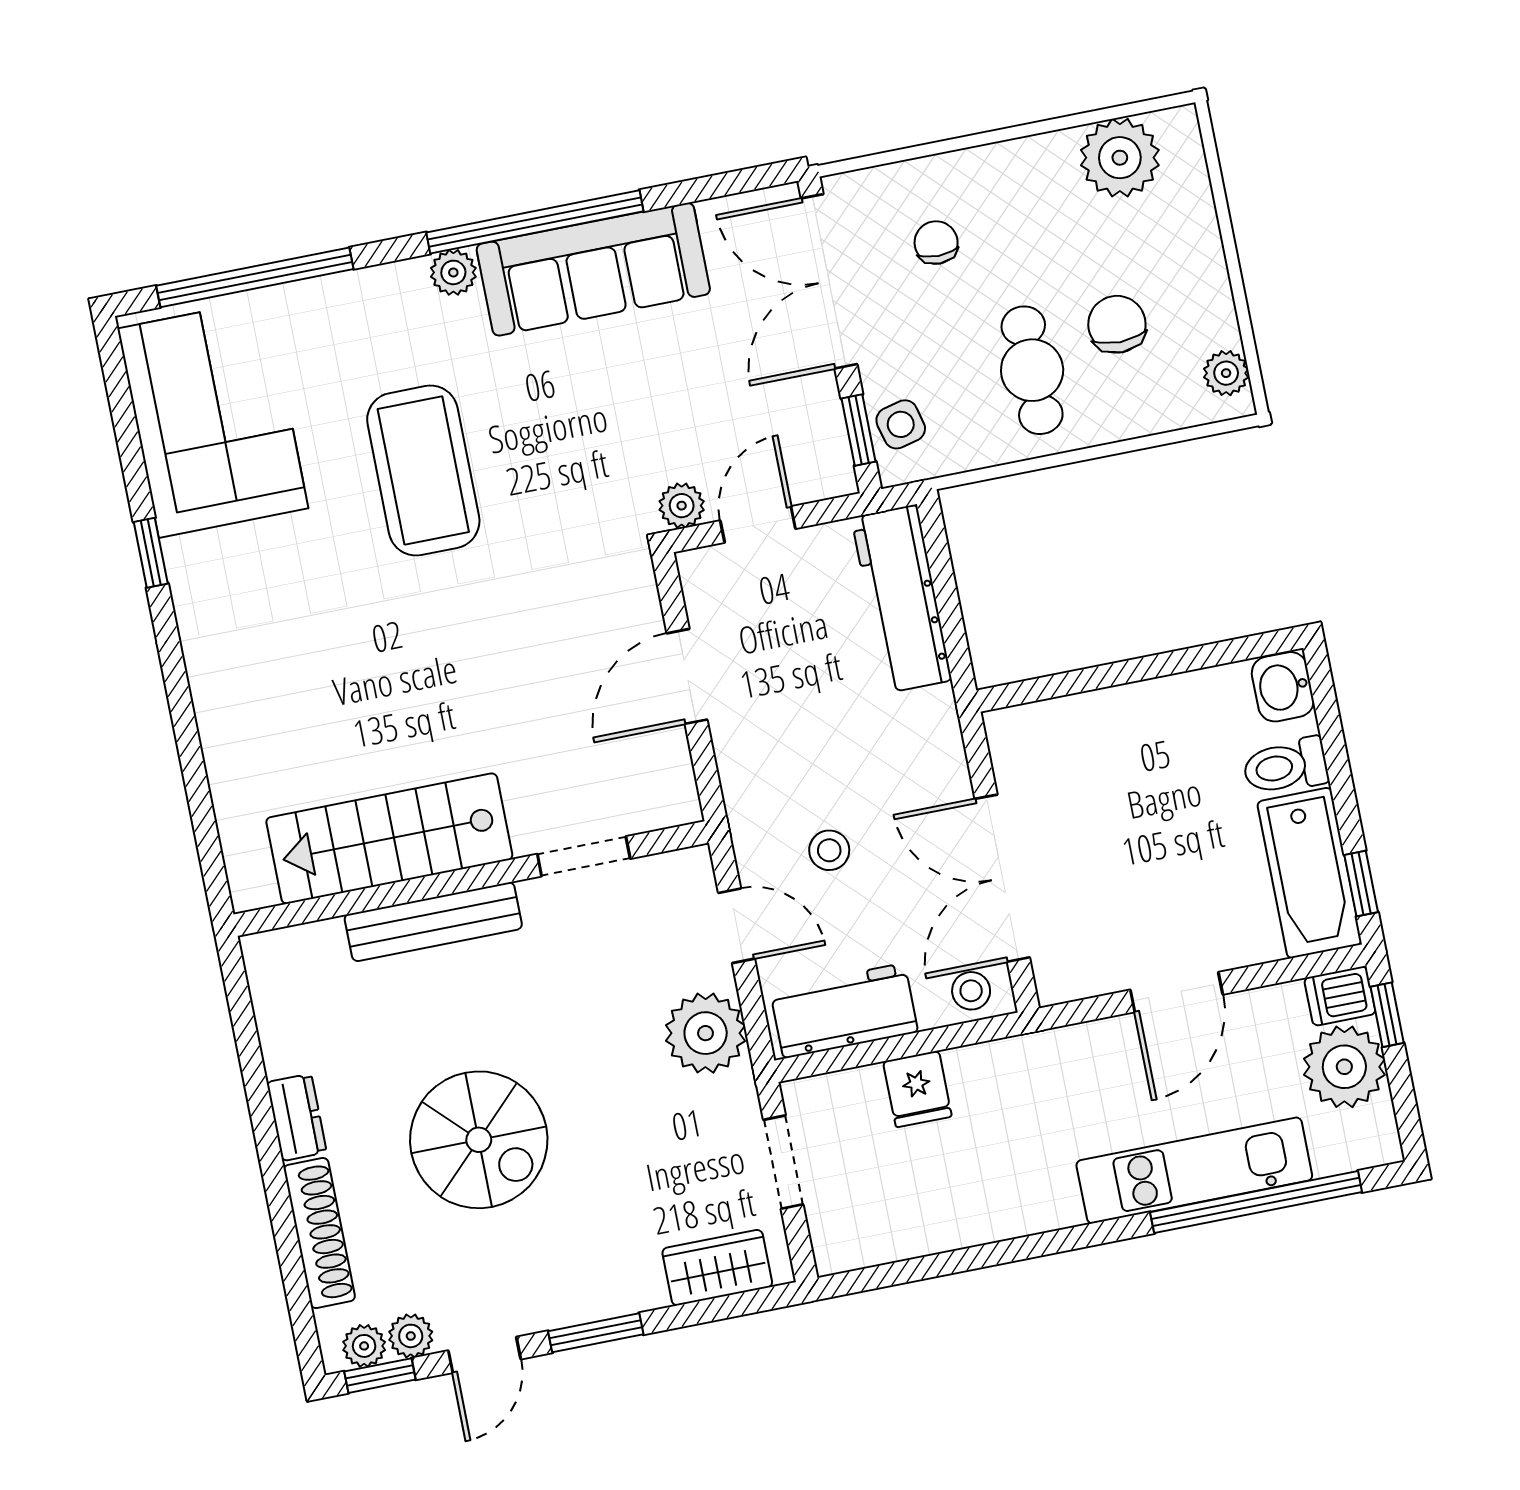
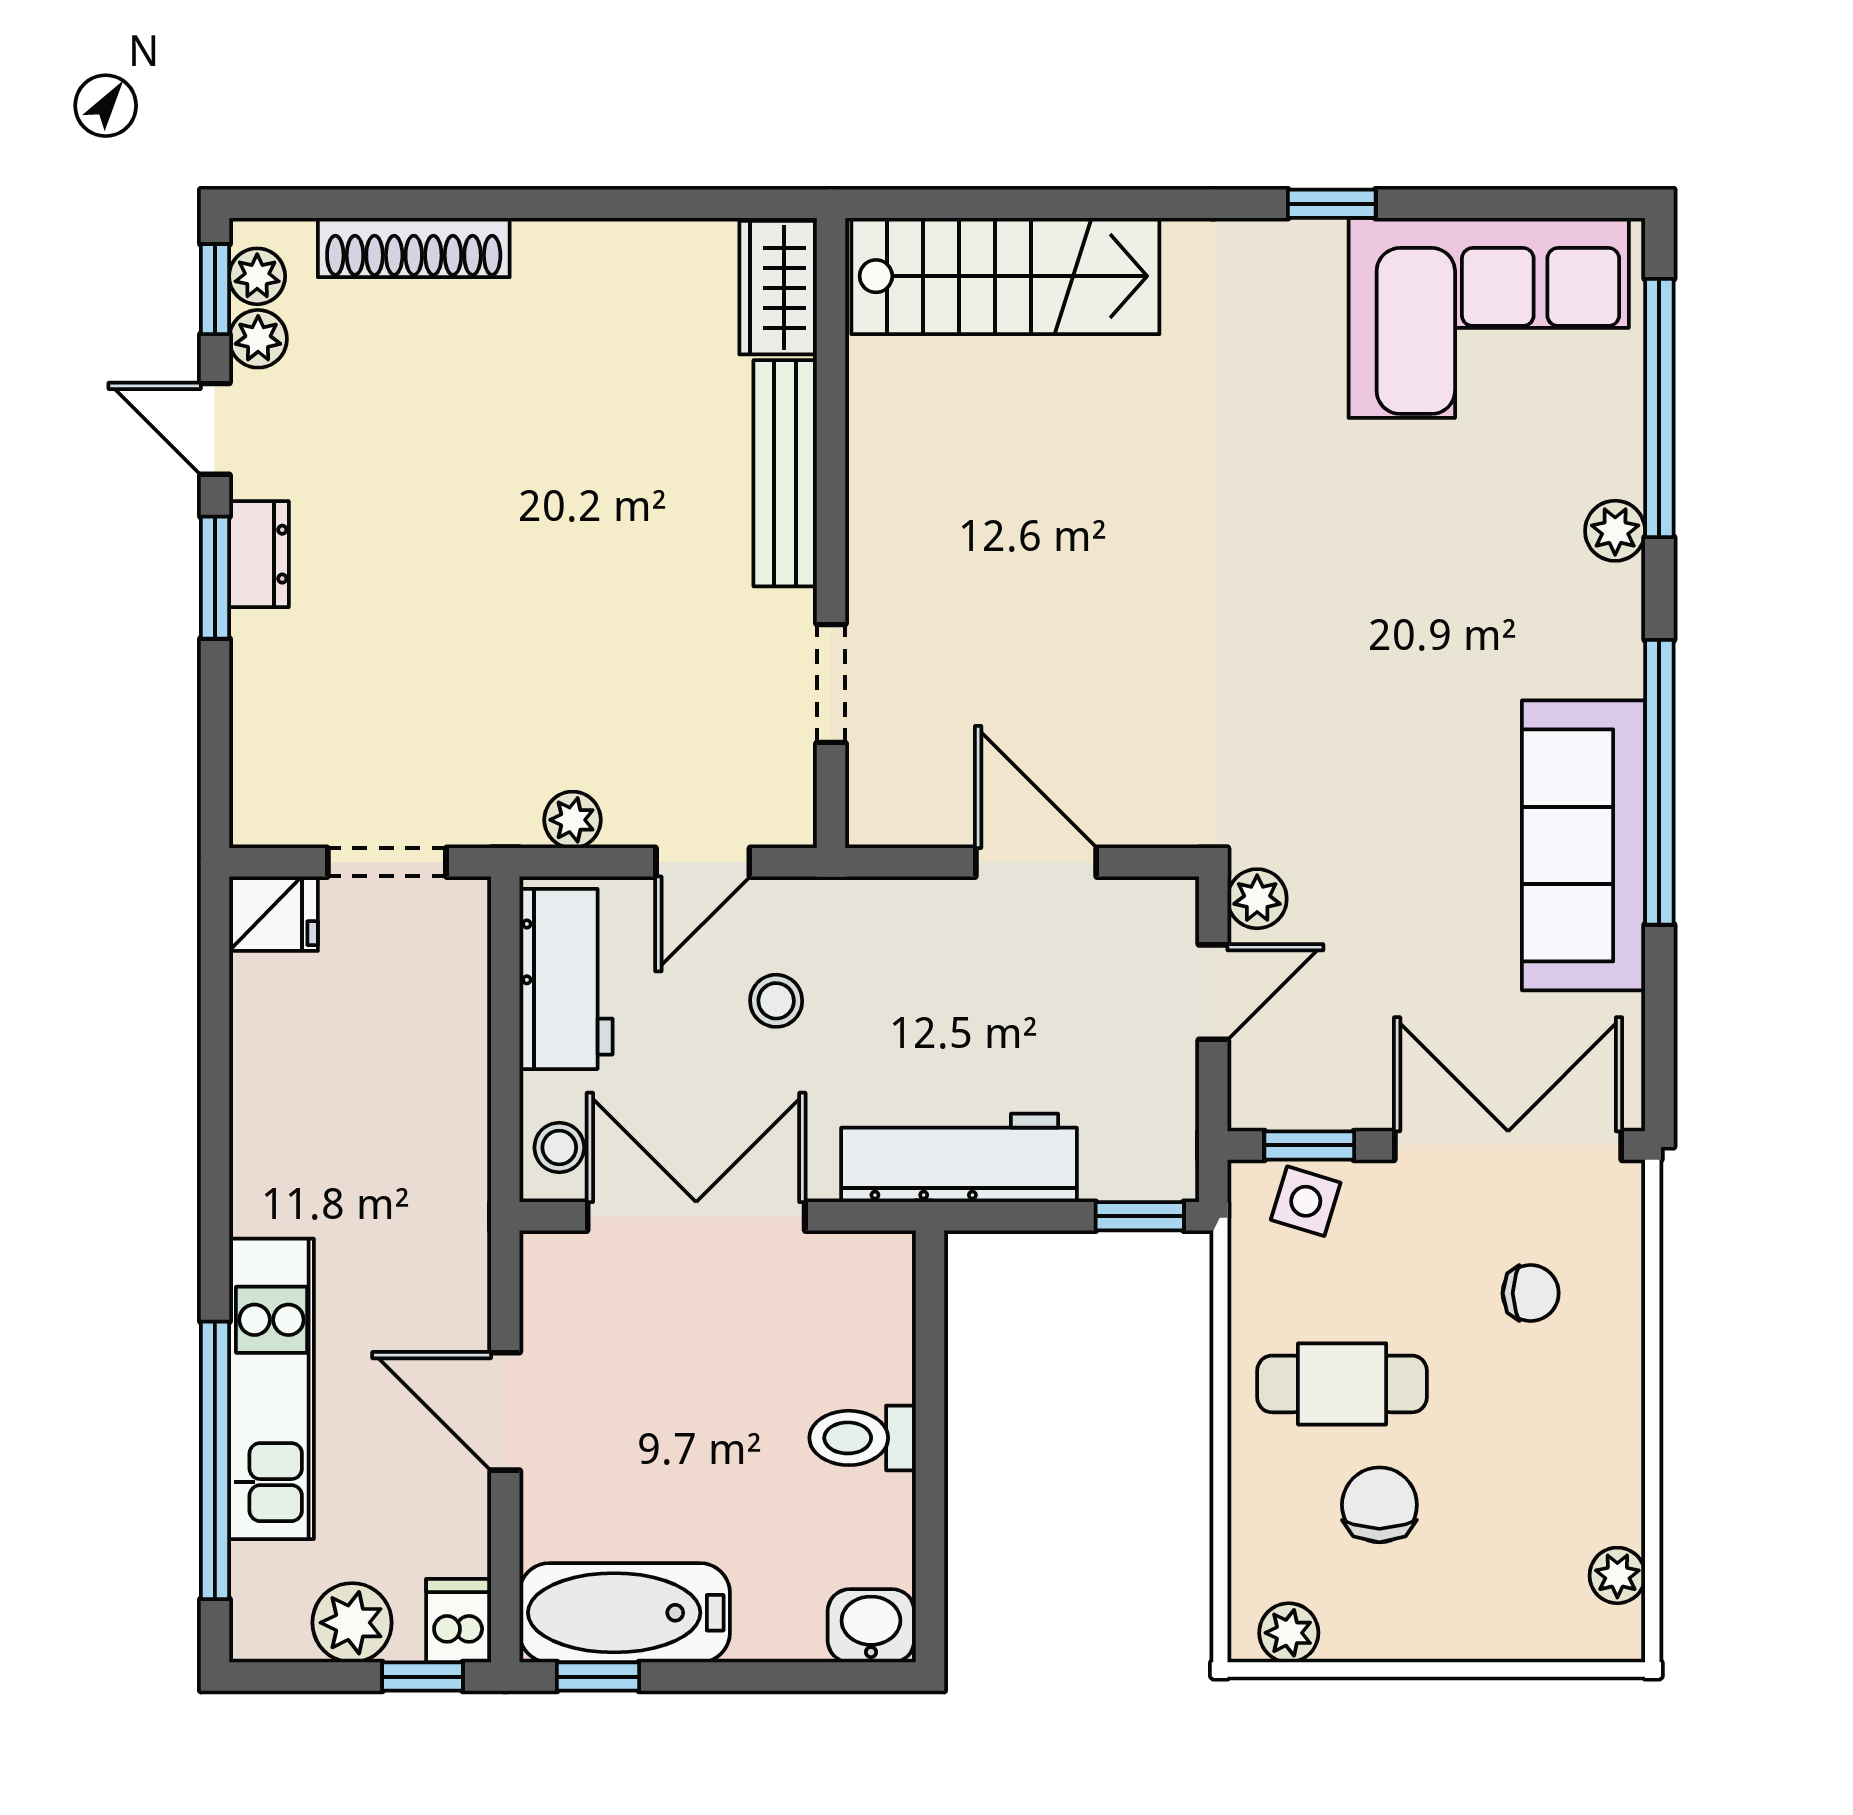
plant: (1120, 158) -> (1617, 1575), width x0.53, depth x0.53
plant: (453, 272) -> (1615, 531), moved
chair: (1117, 324) -> (1379, 1505), turned -90
side table: (901, 424) -> (1306, 1201), turned 31
coffee table: (423, 471) -> (1368, 575), removed
door: (758, 525) -> (1213, 992), hinge flipped
window: (937, 546) -> (1140, 1216), added
workbench: (901, 599) -> (959, 1158), moved
toilet: (1285, 766) -> (863, 1438), moved, turned -90
stairs: (389, 839) -> (1005, 276), moved, turned 90
plant: (706, 1033) -> (572, 820), width x0.53, depth x0.53
plant: (1344, 1067) -> (352, 1623), width x0.73, depth x0.73
fridge: (917, 1089) -> (274, 914), moved, turned 180
dresser: (297, 1117) -> (259, 554), moved, turned -90
spiral stairs: (479, 1140) -> (493, 476), removed
wardrobe: (717, 1268) -> (778, 288), moved, turned 180

